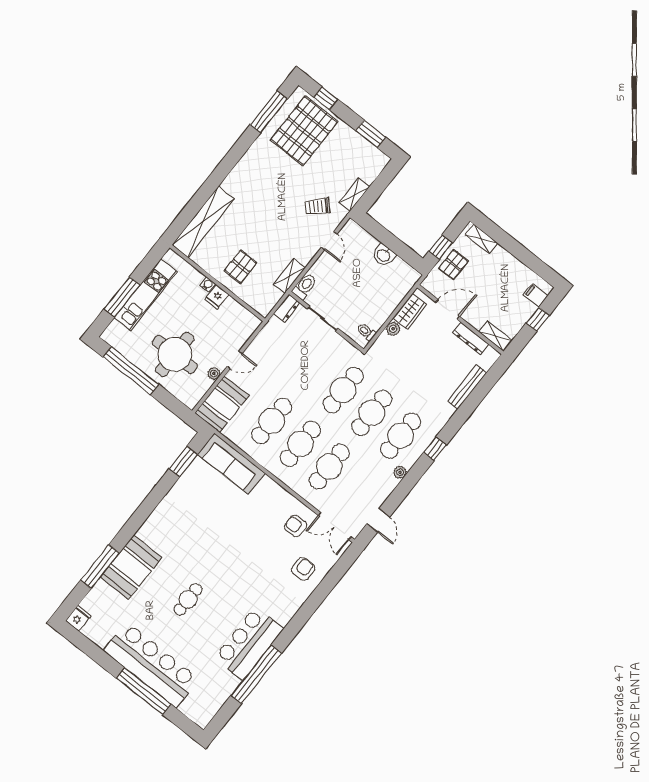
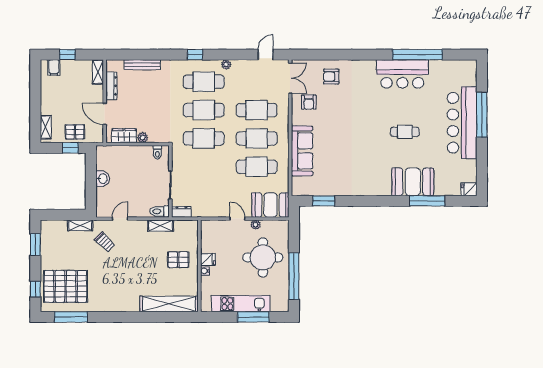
sofa: (231, 464) -> (302, 151), moved

